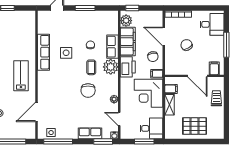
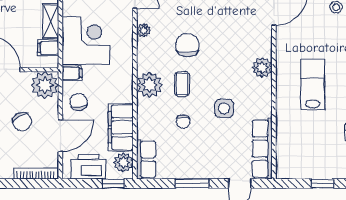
door: (164, 36) -> (60, 136), hinge flipped
row of seats: (113, 47) -> (146, 159), moved
row of seats: (43, 52) -> (262, 149), moved
printer: (128, 67) -> (88, 167), moved, turned 90
plant: (173, 67) -> (45, 85), added
lab bench: (21, 76) -> (313, 85), moved, turned 180
plant: (43, 77) -> (262, 68), added

